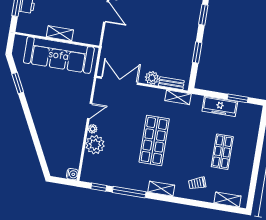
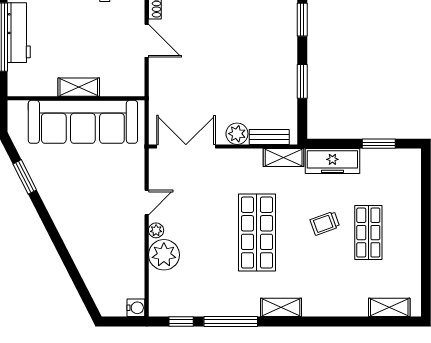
freezer: (220, 106) -> (332, 161), moved
trolley: (197, 183) -> (325, 223), moved

